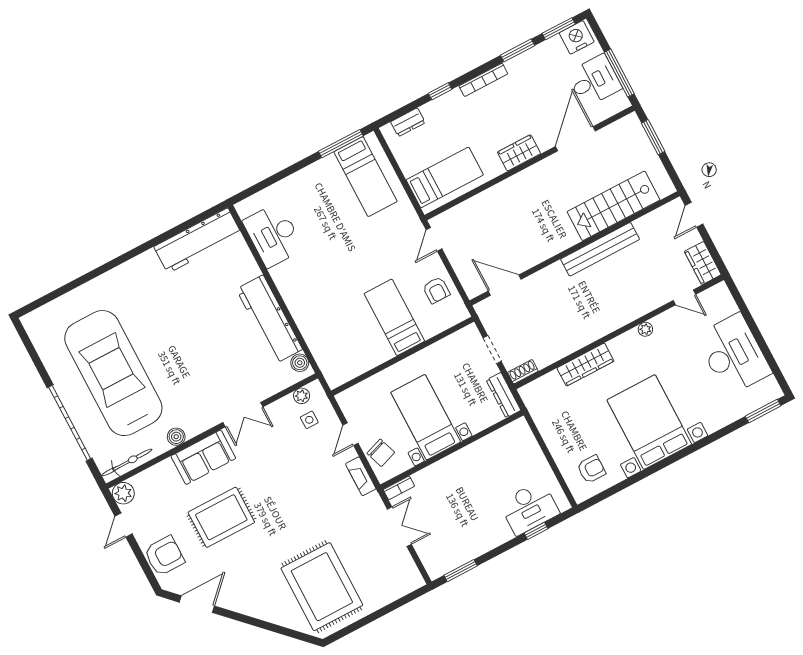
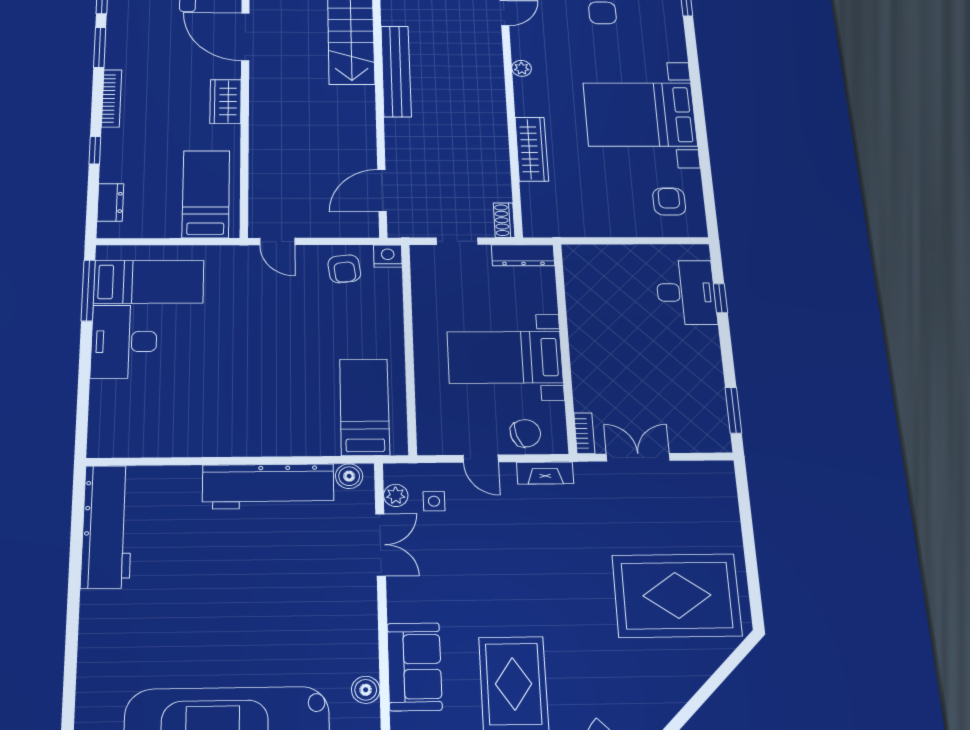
desk: (273, 235) -> (124, 342), moved, turned 90
armchair: (436, 290) -> (344, 269), turned 83
nightstand: (459, 312) -> (388, 256), added
bed: (394, 317) -> (365, 407), moved, turned 90
double door: (243, 415) -> (381, 545), moved

